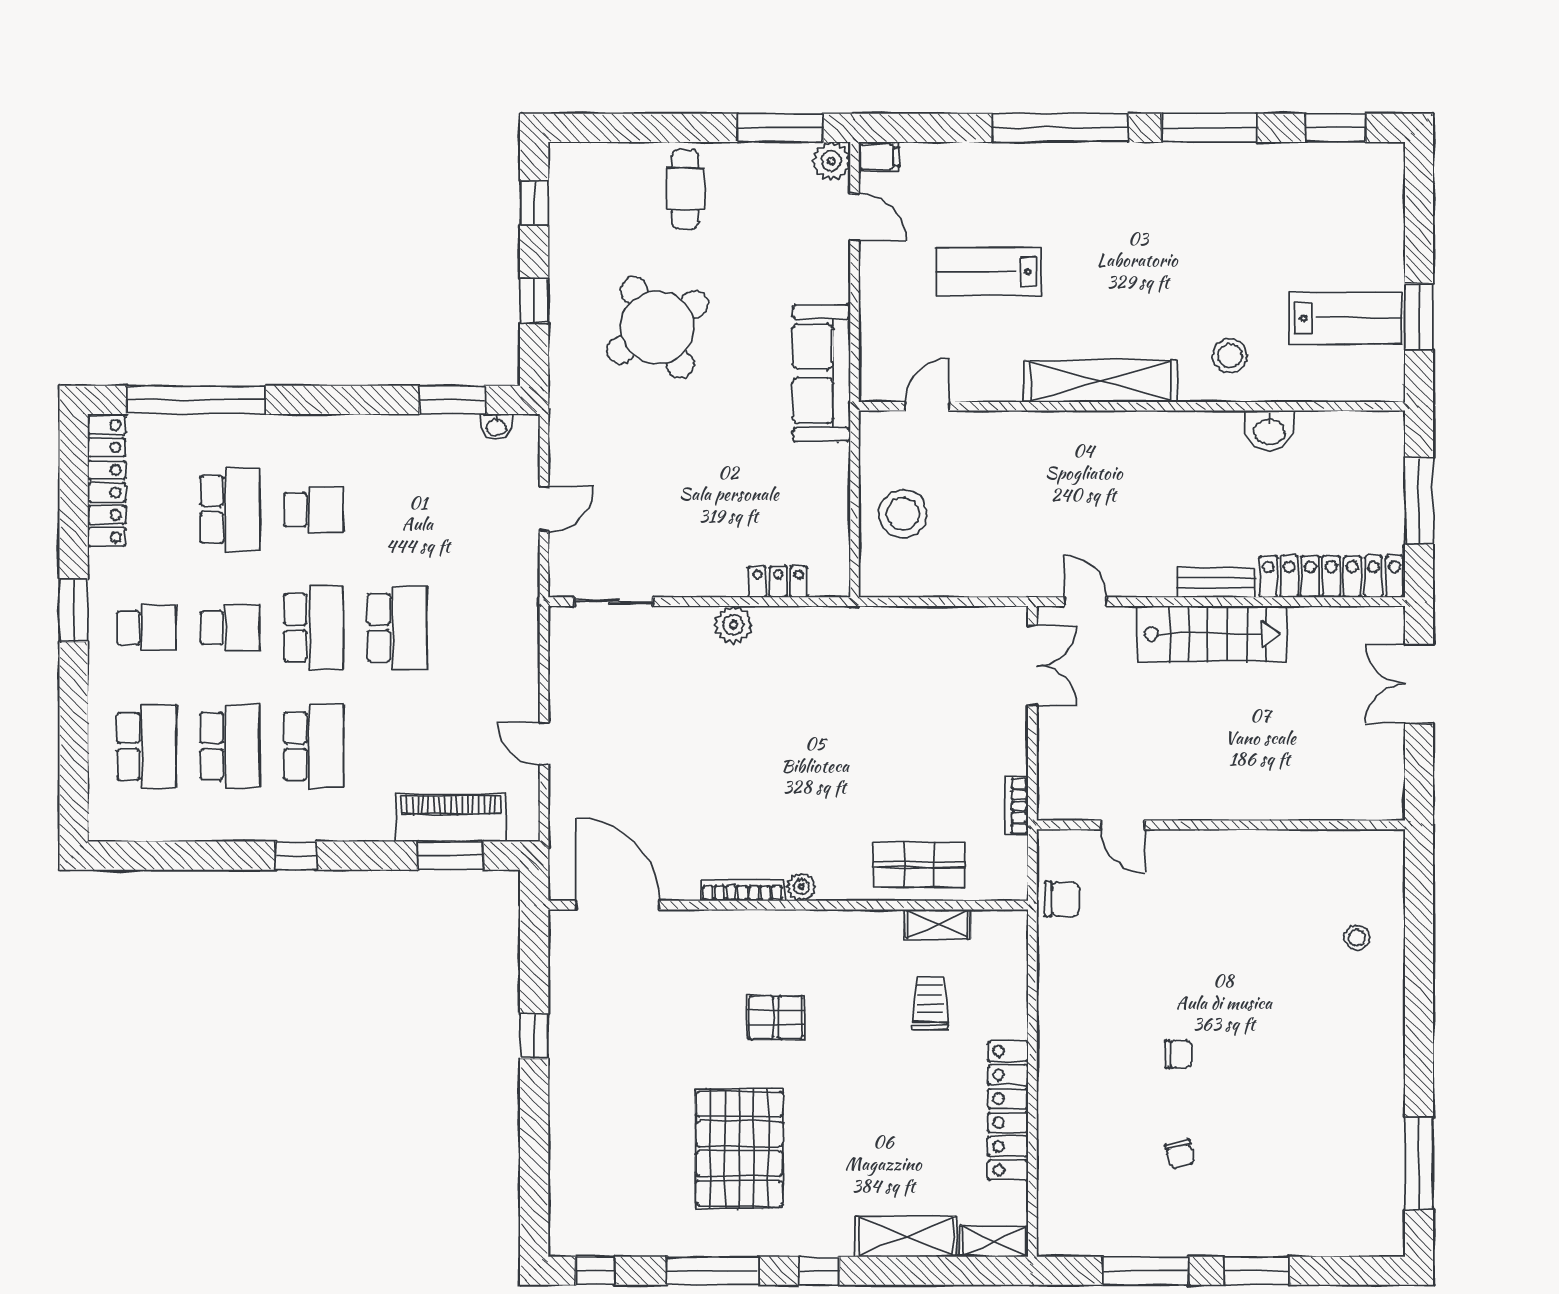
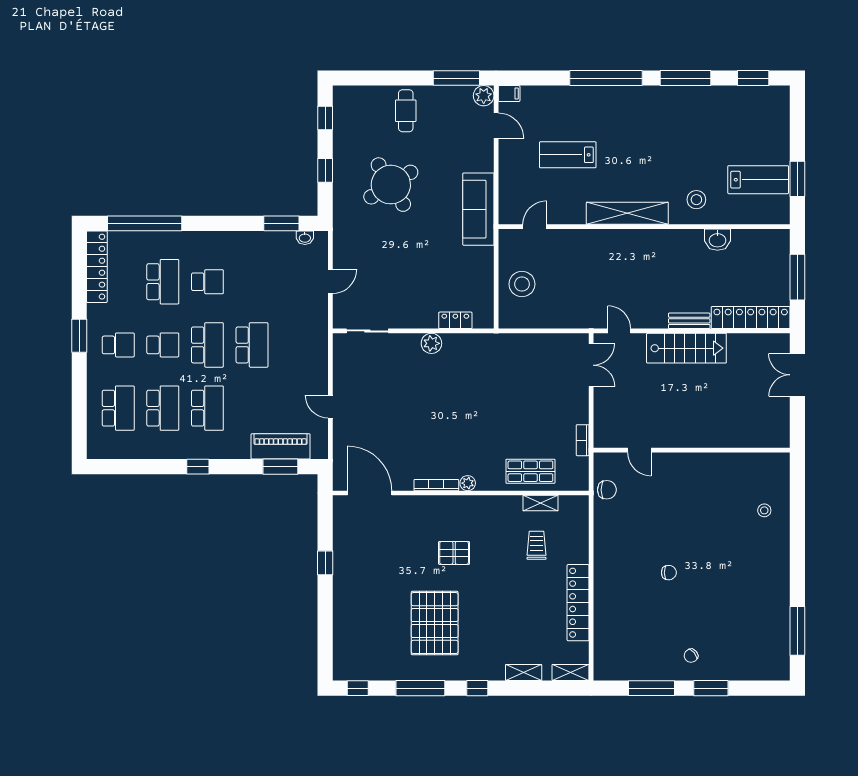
chair: (1180, 1154) -> (691, 656), moved, turned 63
shelving: (906, 1236) -> (524, 673), width x0.67, depth x0.75

